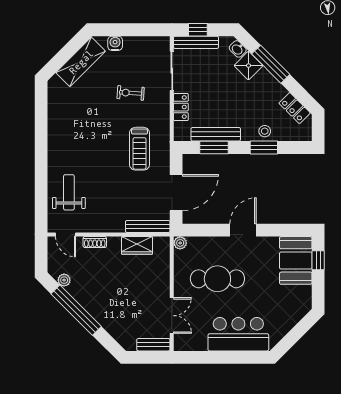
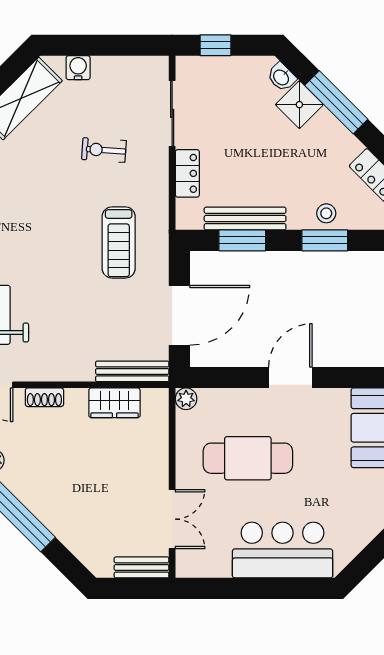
bench: (196, 42) -> (212, 66), removed

